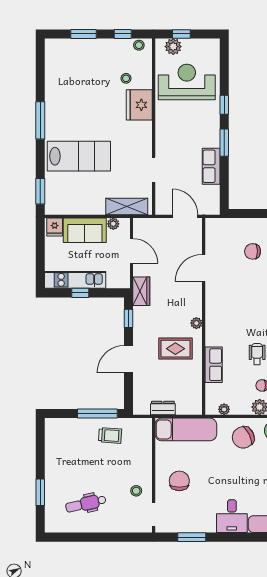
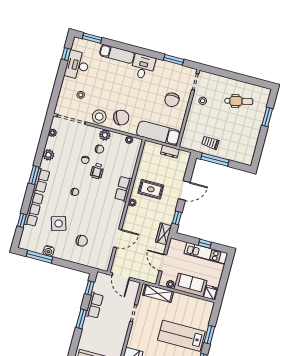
window: (224, 105) -> (90, 288), moved
window: (40, 191) -> (209, 335), moved
row of seats: (214, 365) -> (124, 189), moved

